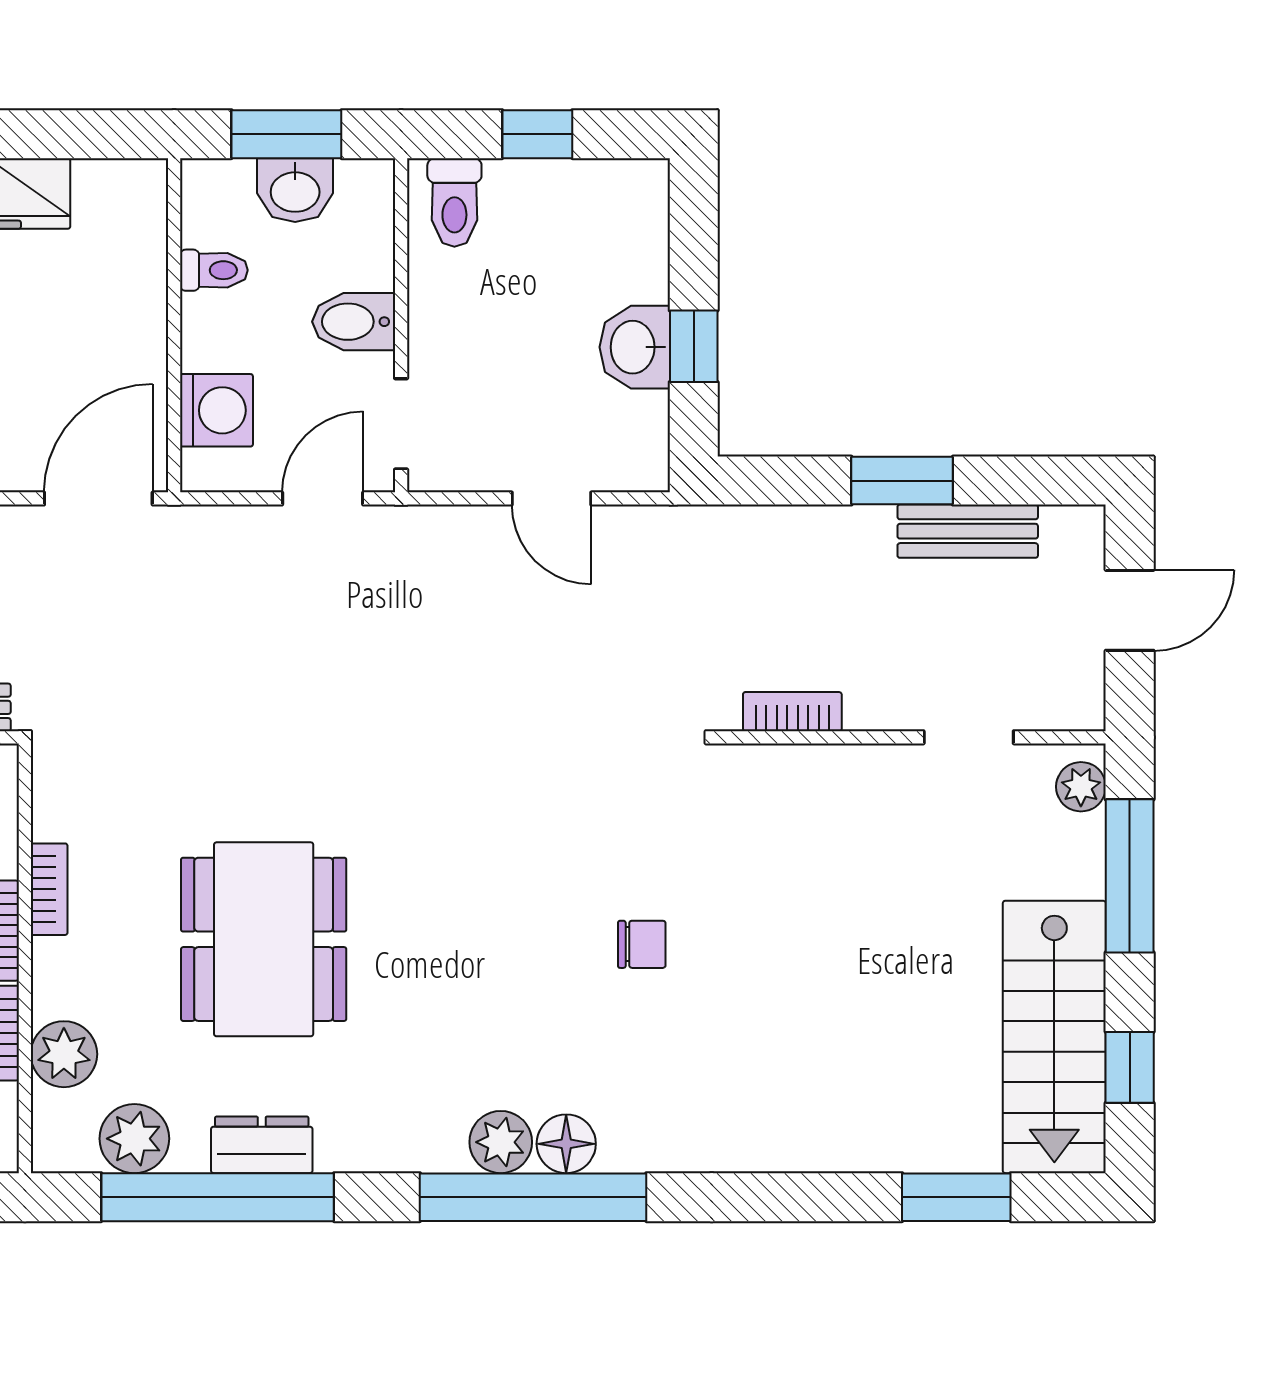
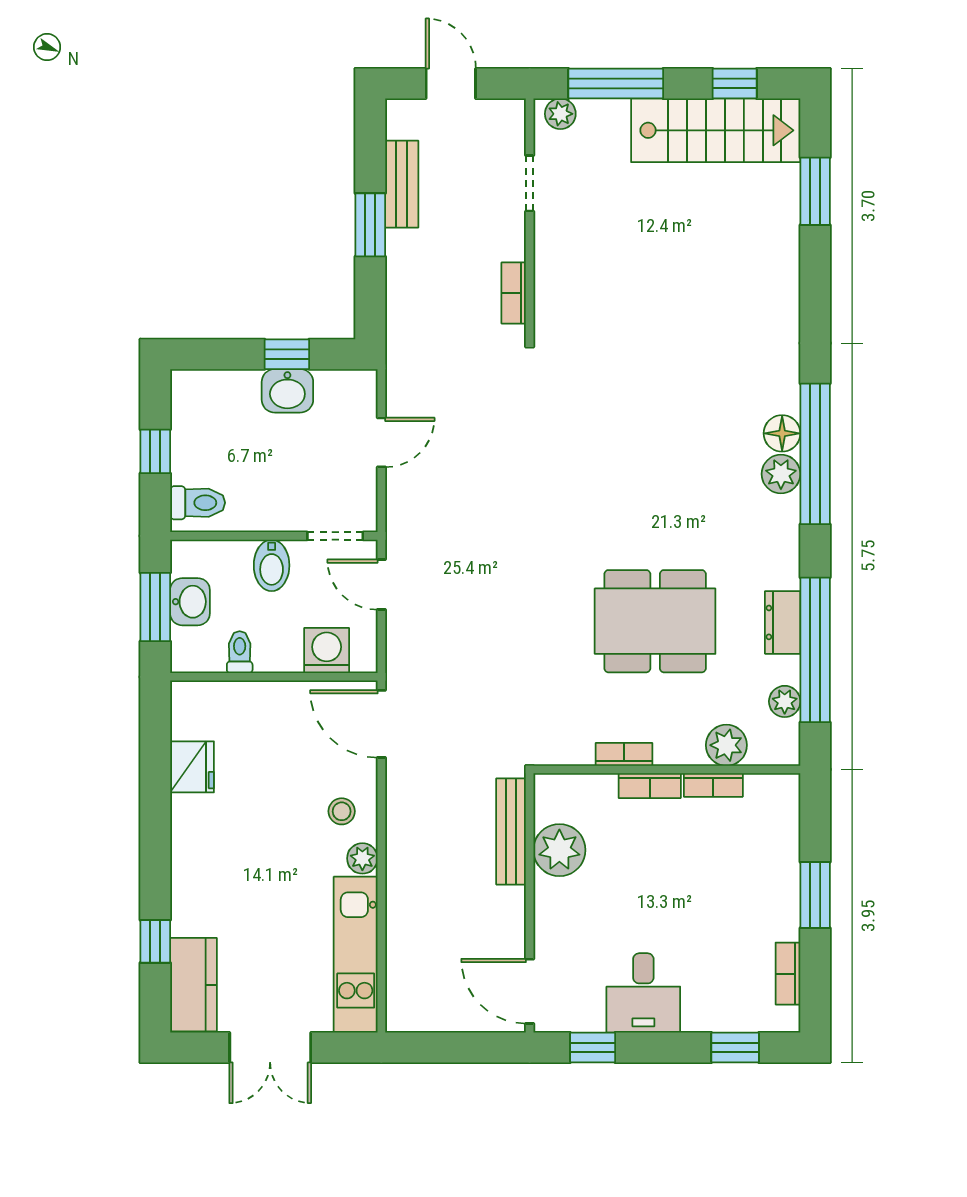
chair: (642, 944) -> (658, 386), removed
plant: (134, 1139) -> (785, 701), width x0.73, depth x0.73

